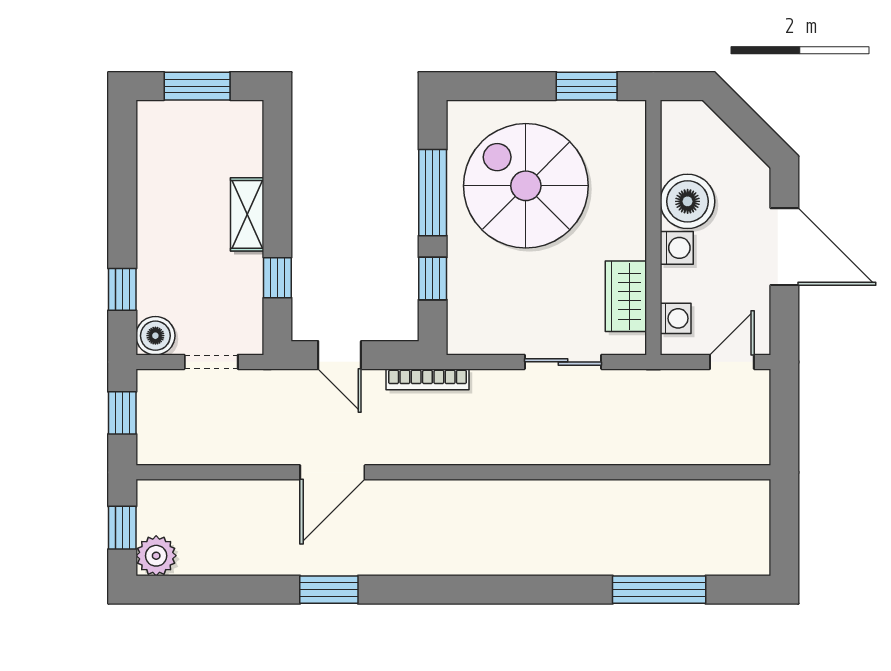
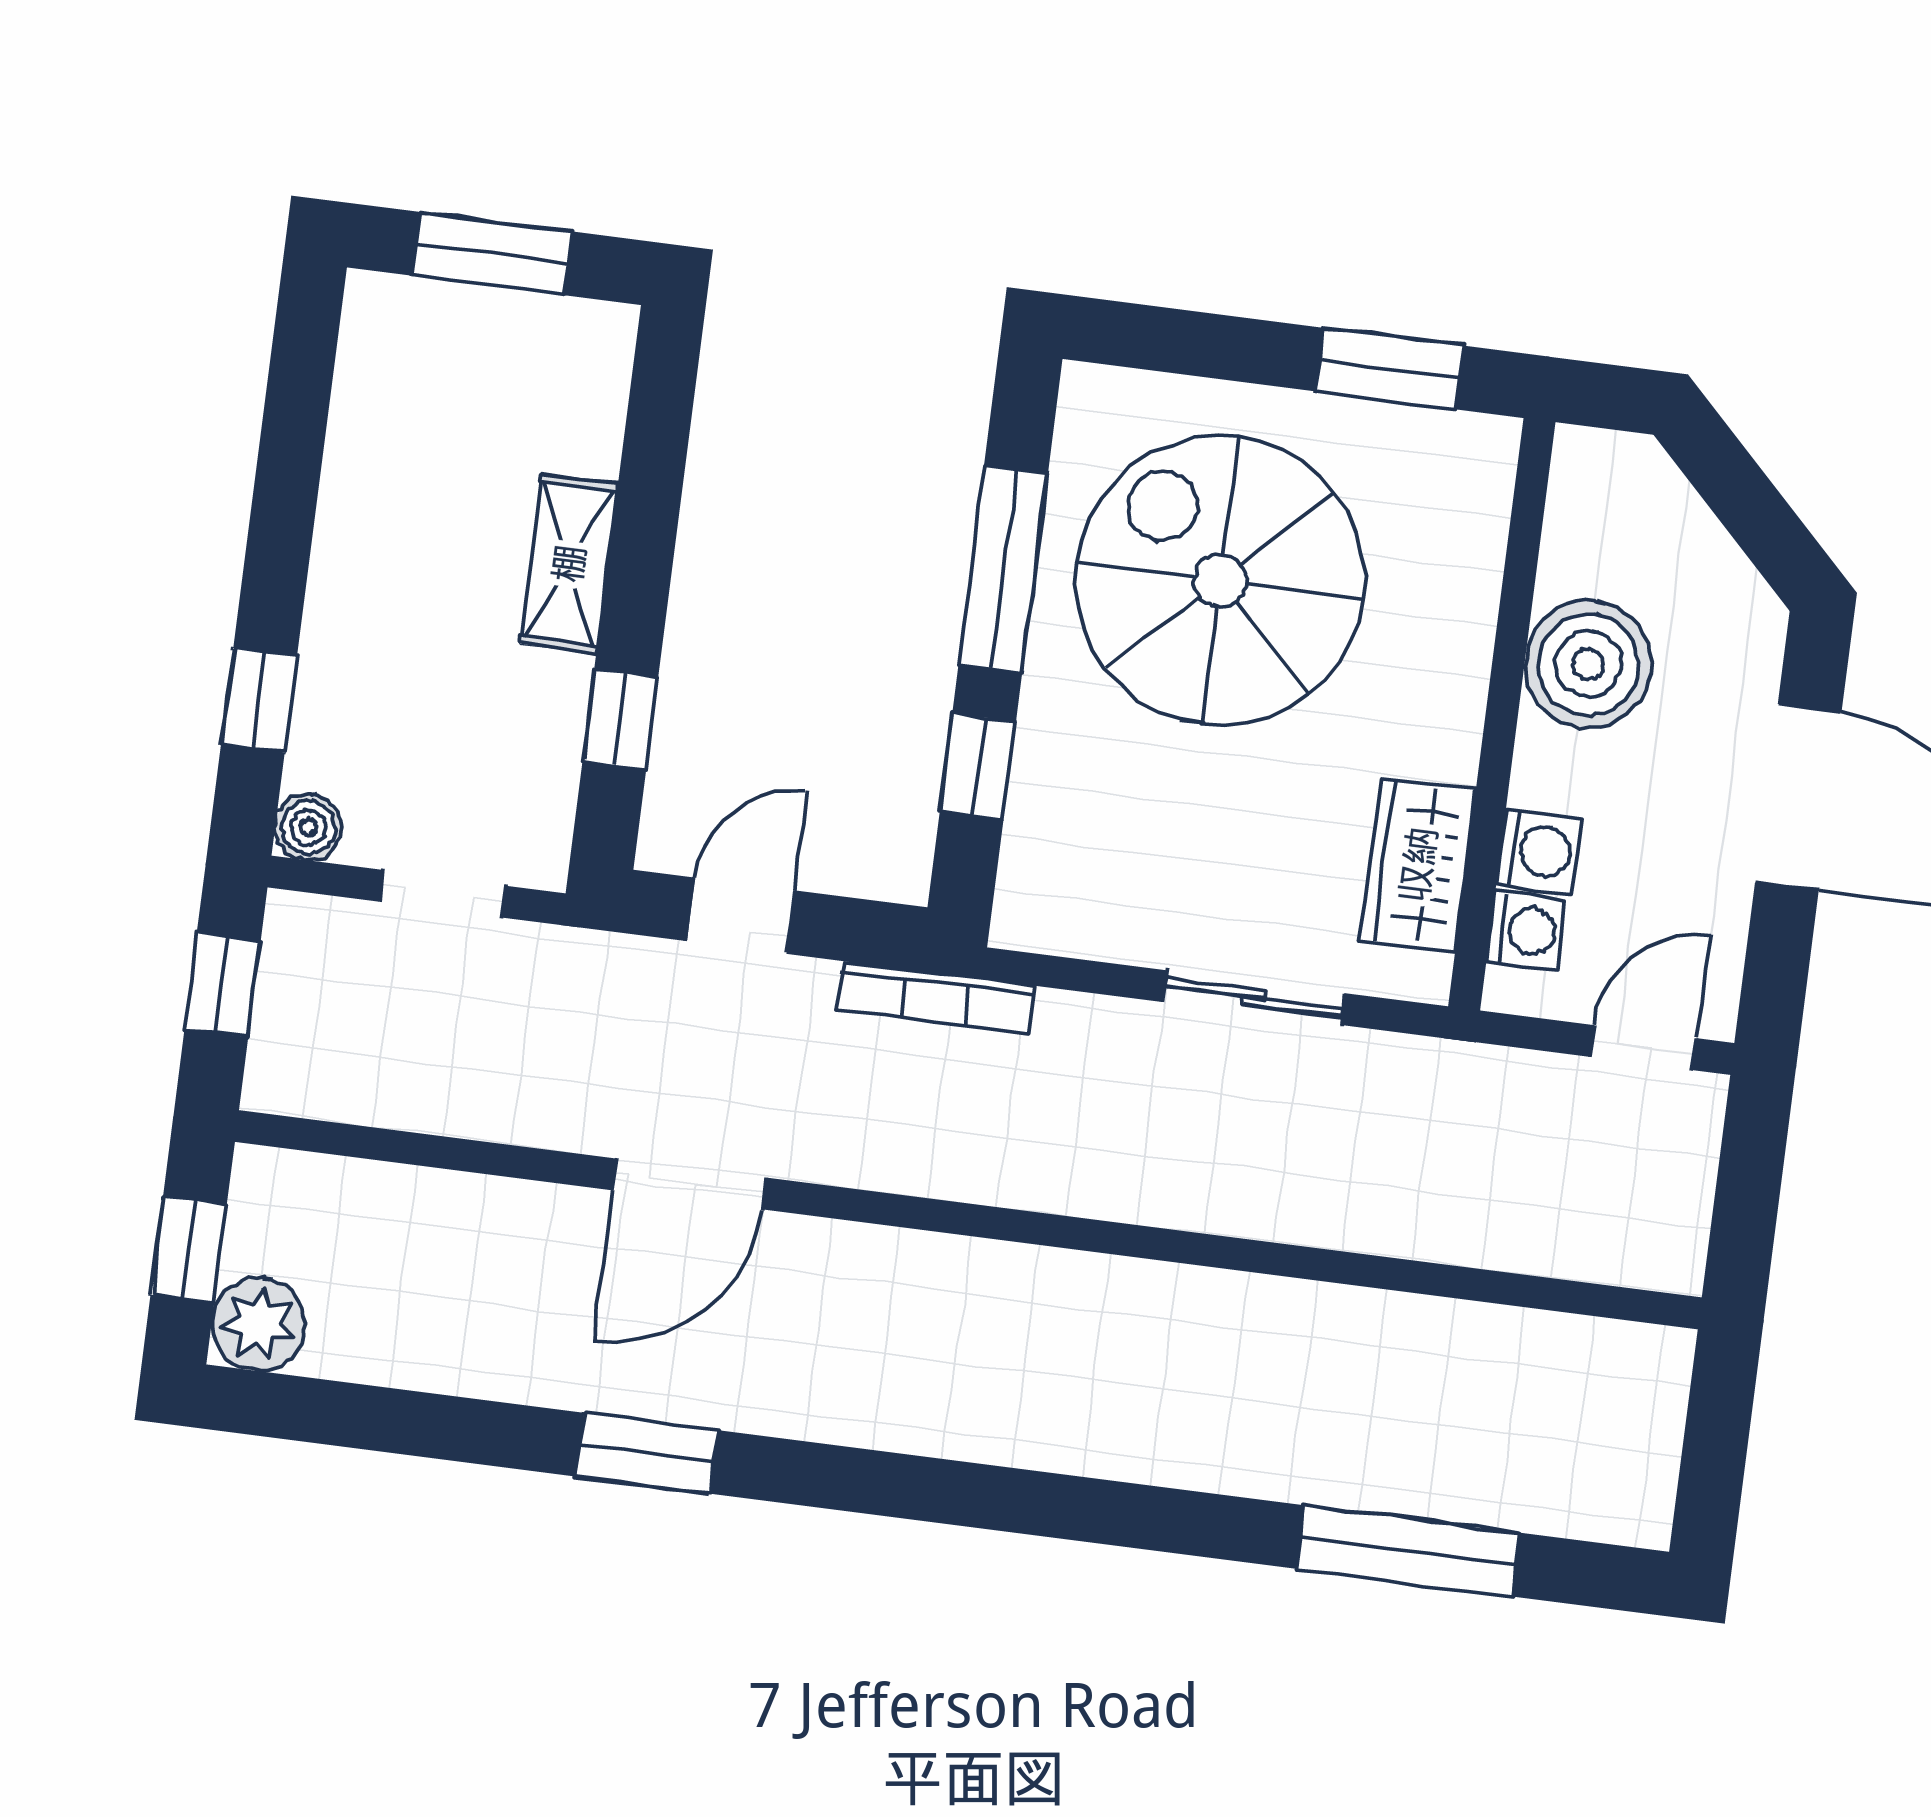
washing machine: (677, 248) -> (1539, 851), moved
boiler: (155, 336) -> (308, 827), width x0.73, depth x0.73
door: (340, 355) -> (741, 916), swing flipped

